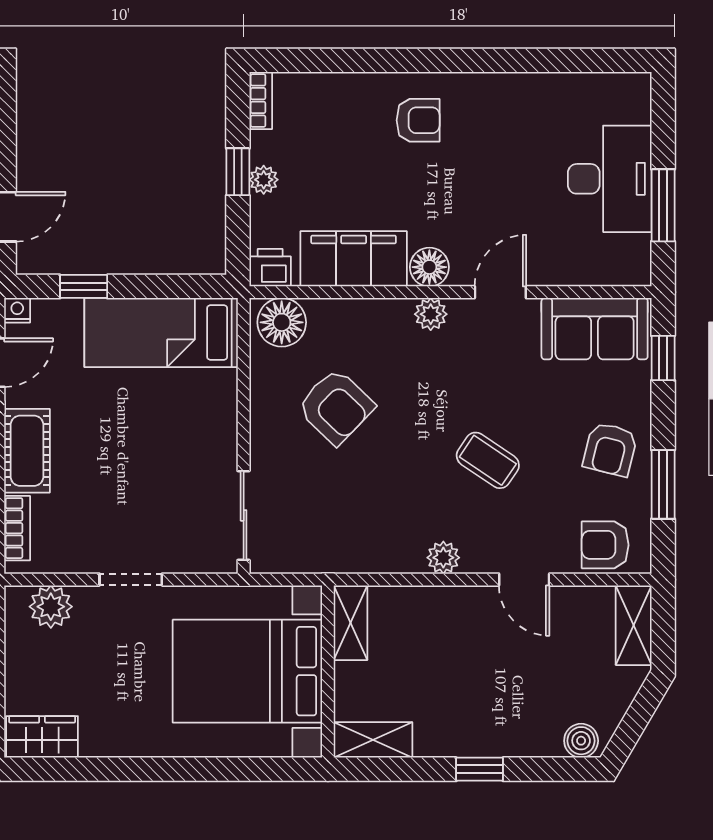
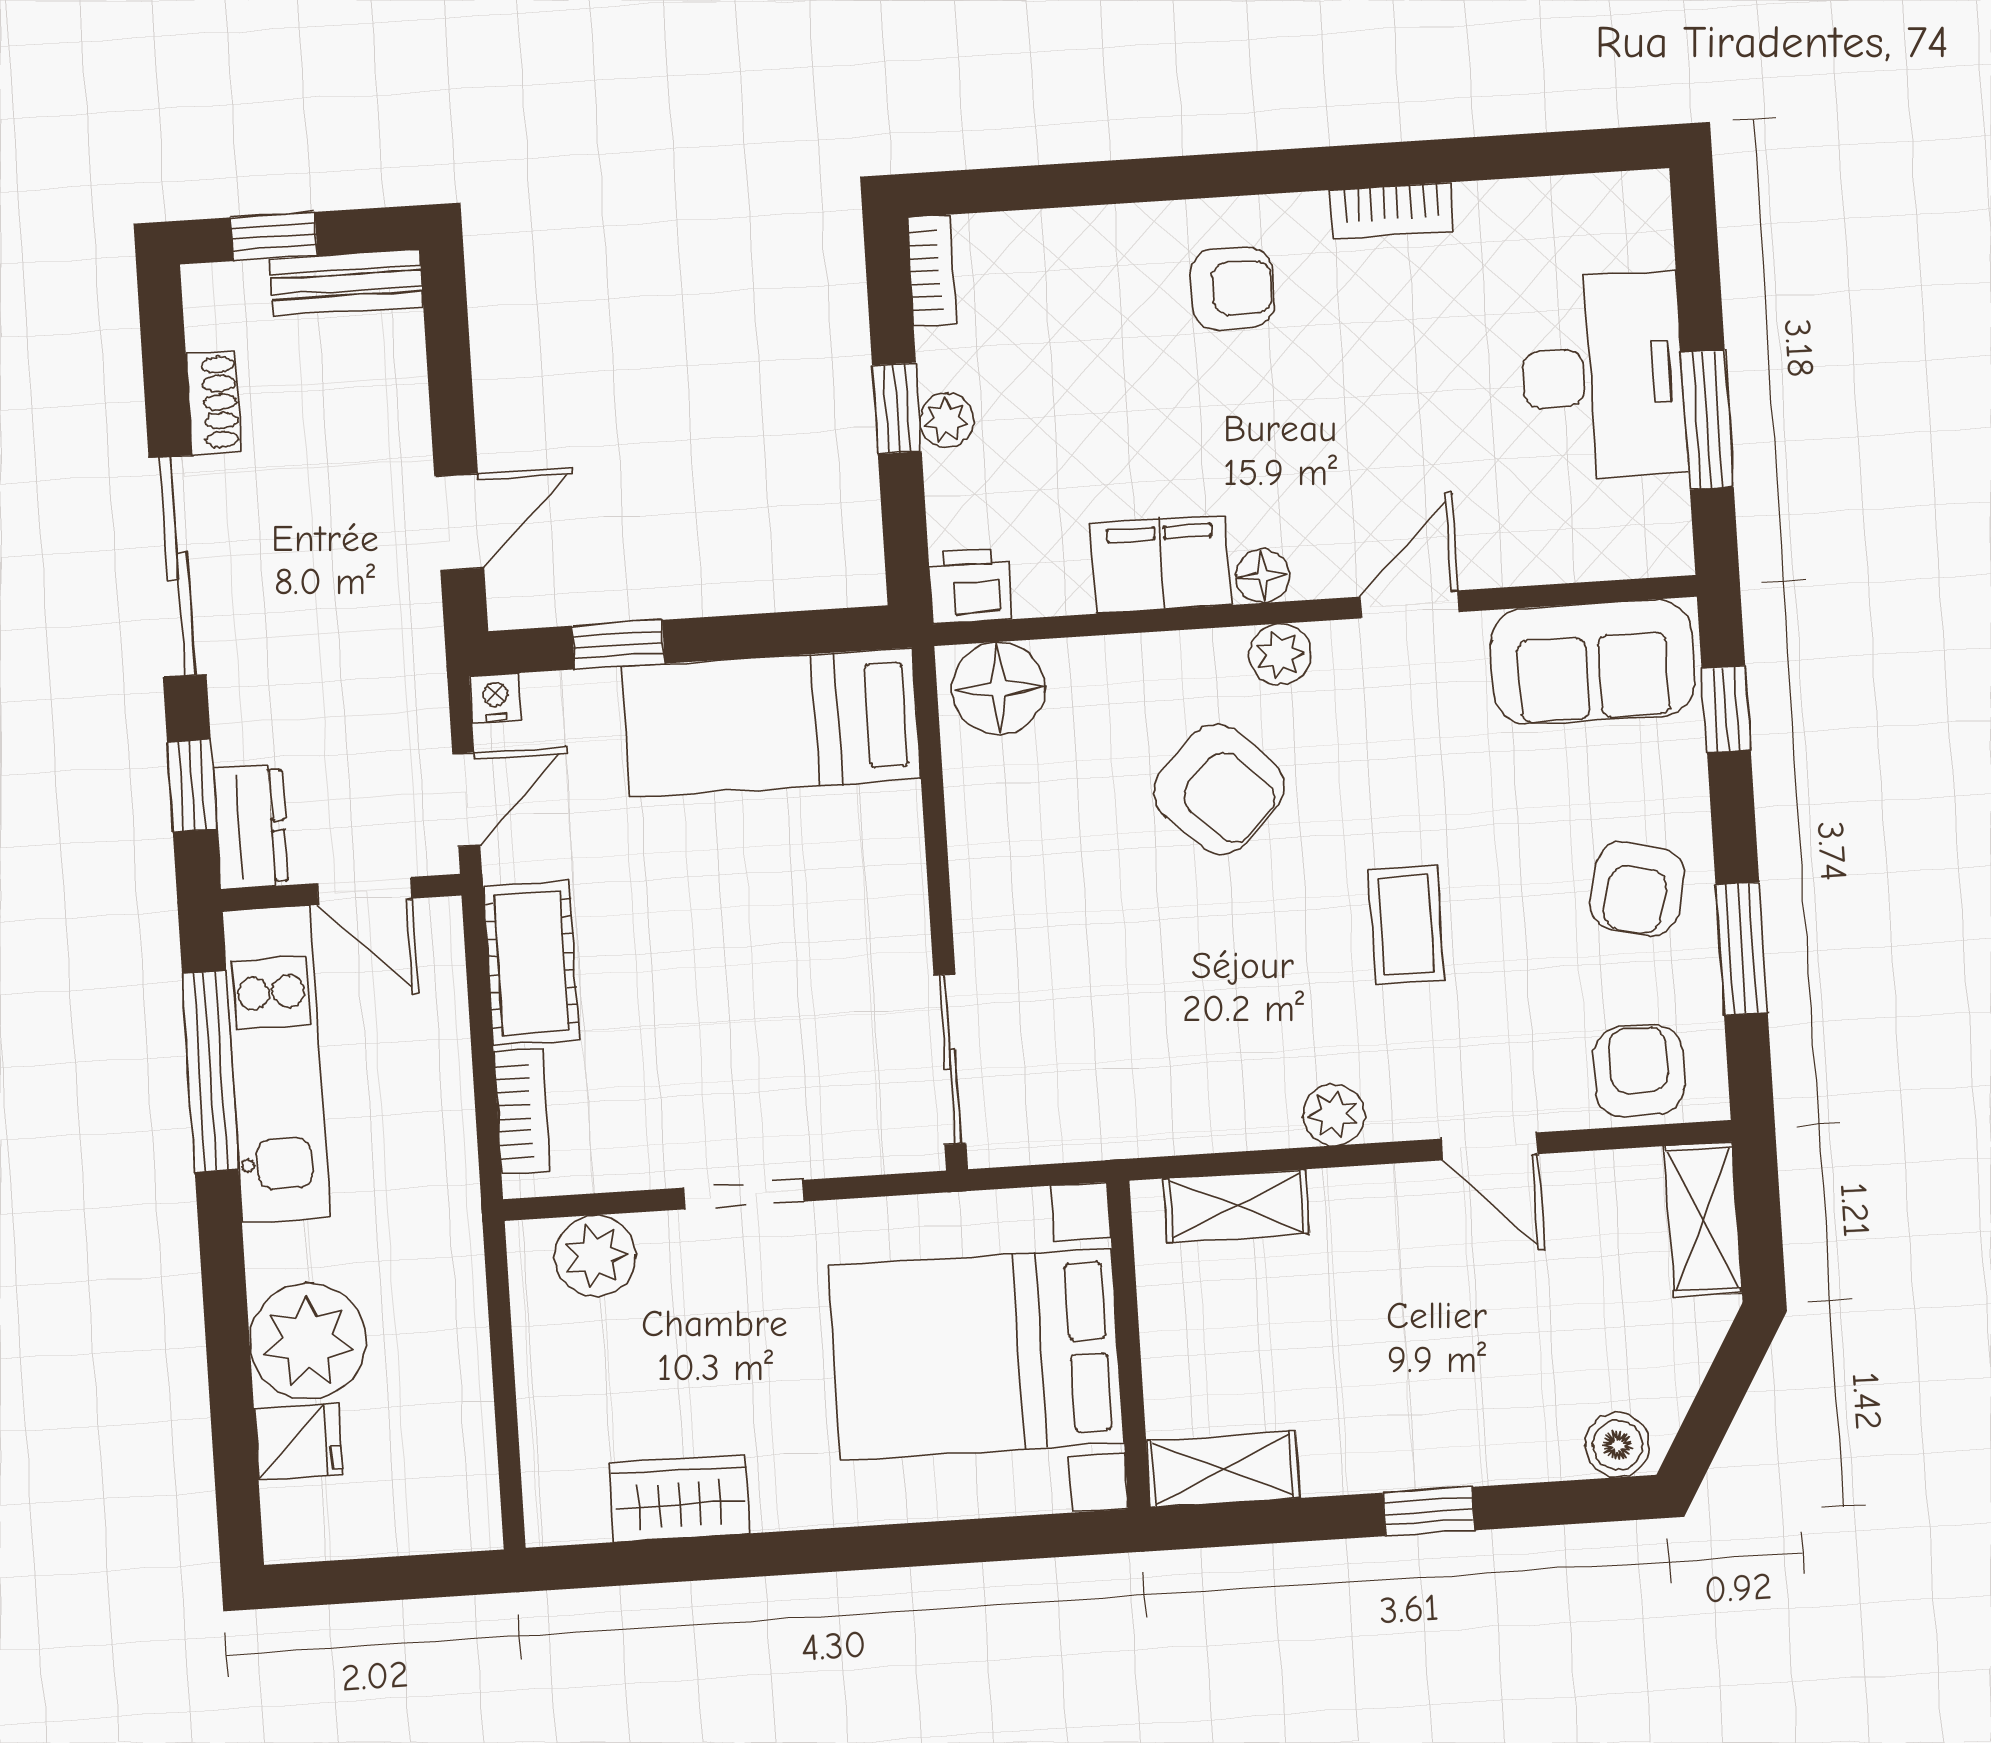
bookcase: (504, 85) -> (1392, 210), added
filing cabinet: (354, 259) -> (1161, 564), width x0.67, depth x0.86
floor lamp: (429, 267) -> (1262, 576), width x0.73, depth x0.73
armchair: (336, 407) -> (1219, 789), moved
coffee table: (488, 460) -> (1406, 925), turned 56
armchair: (605, 545) -> (1639, 1071), turned 90
shelving: (350, 623) -> (1236, 1206), moved, turned 90
wardrobe: (42, 737) -> (679, 1498), moved

